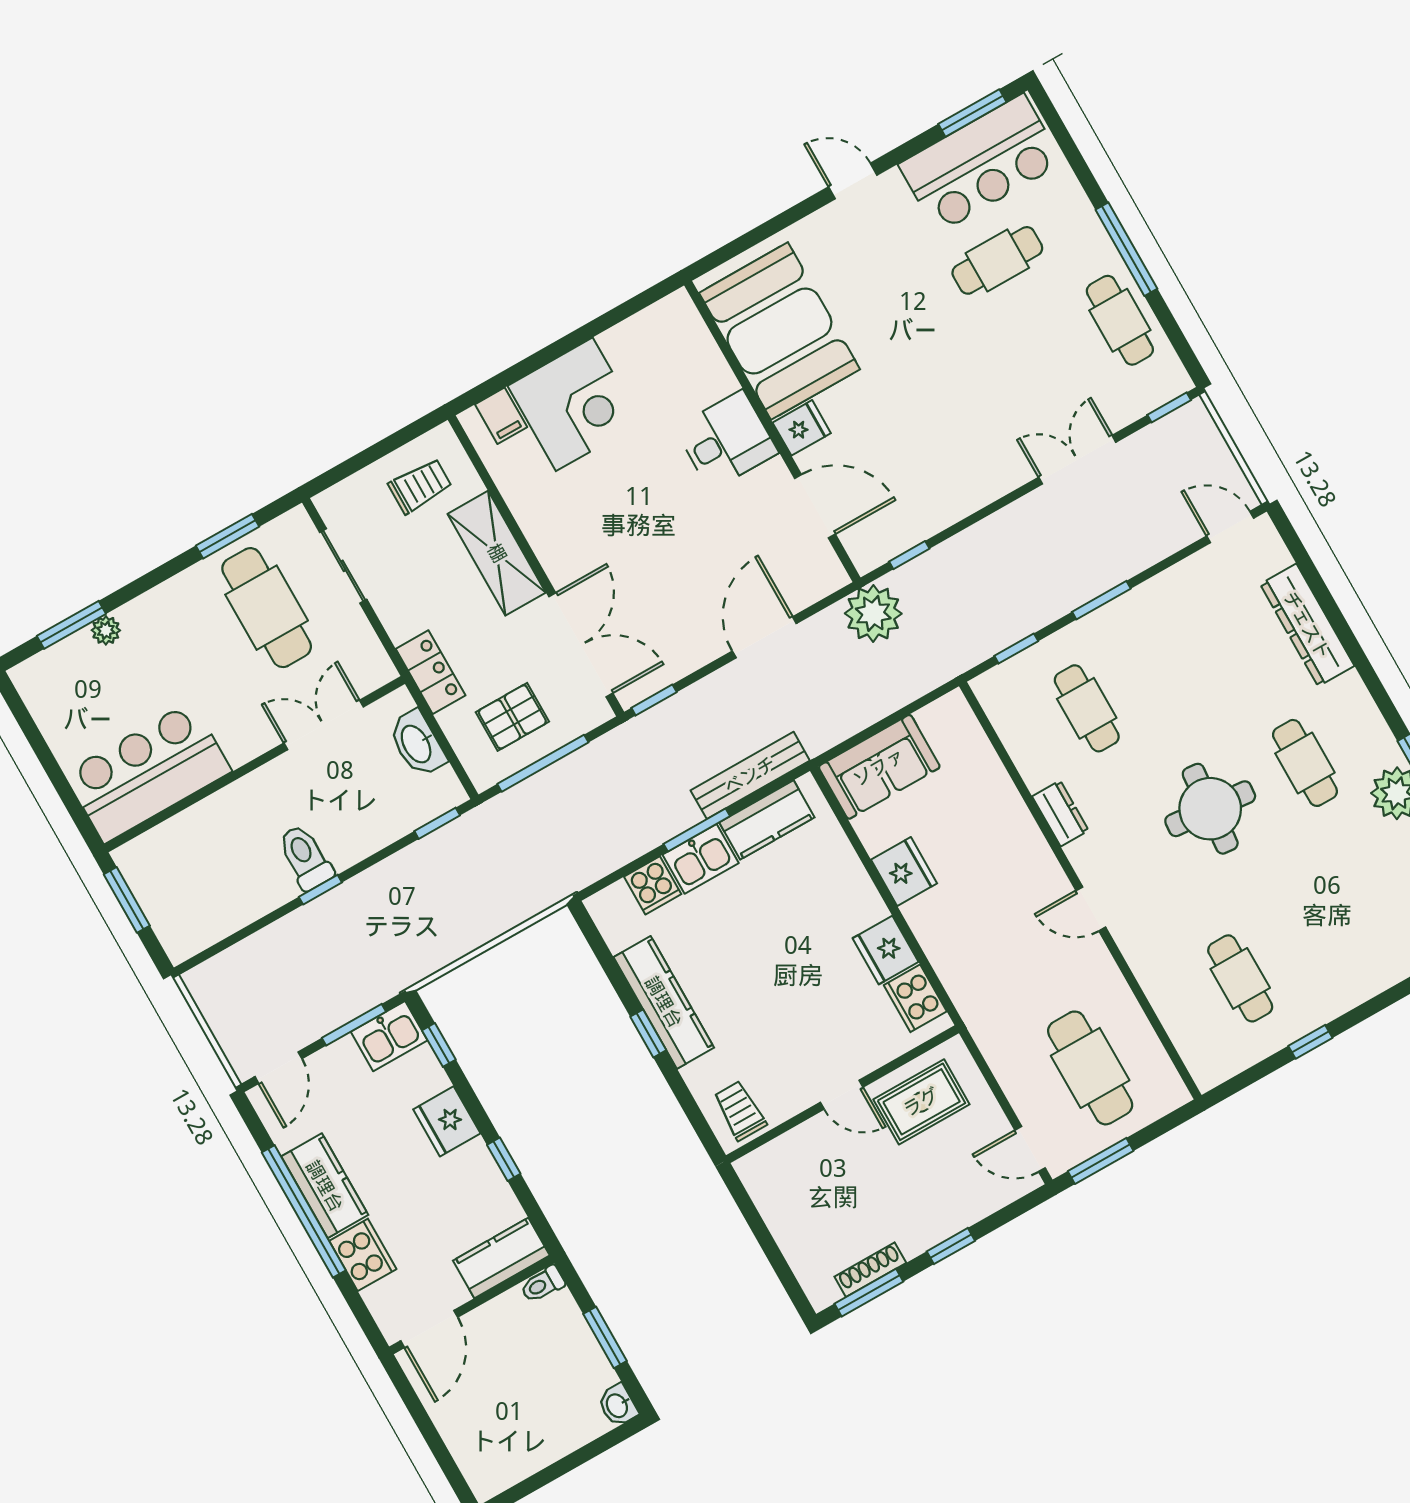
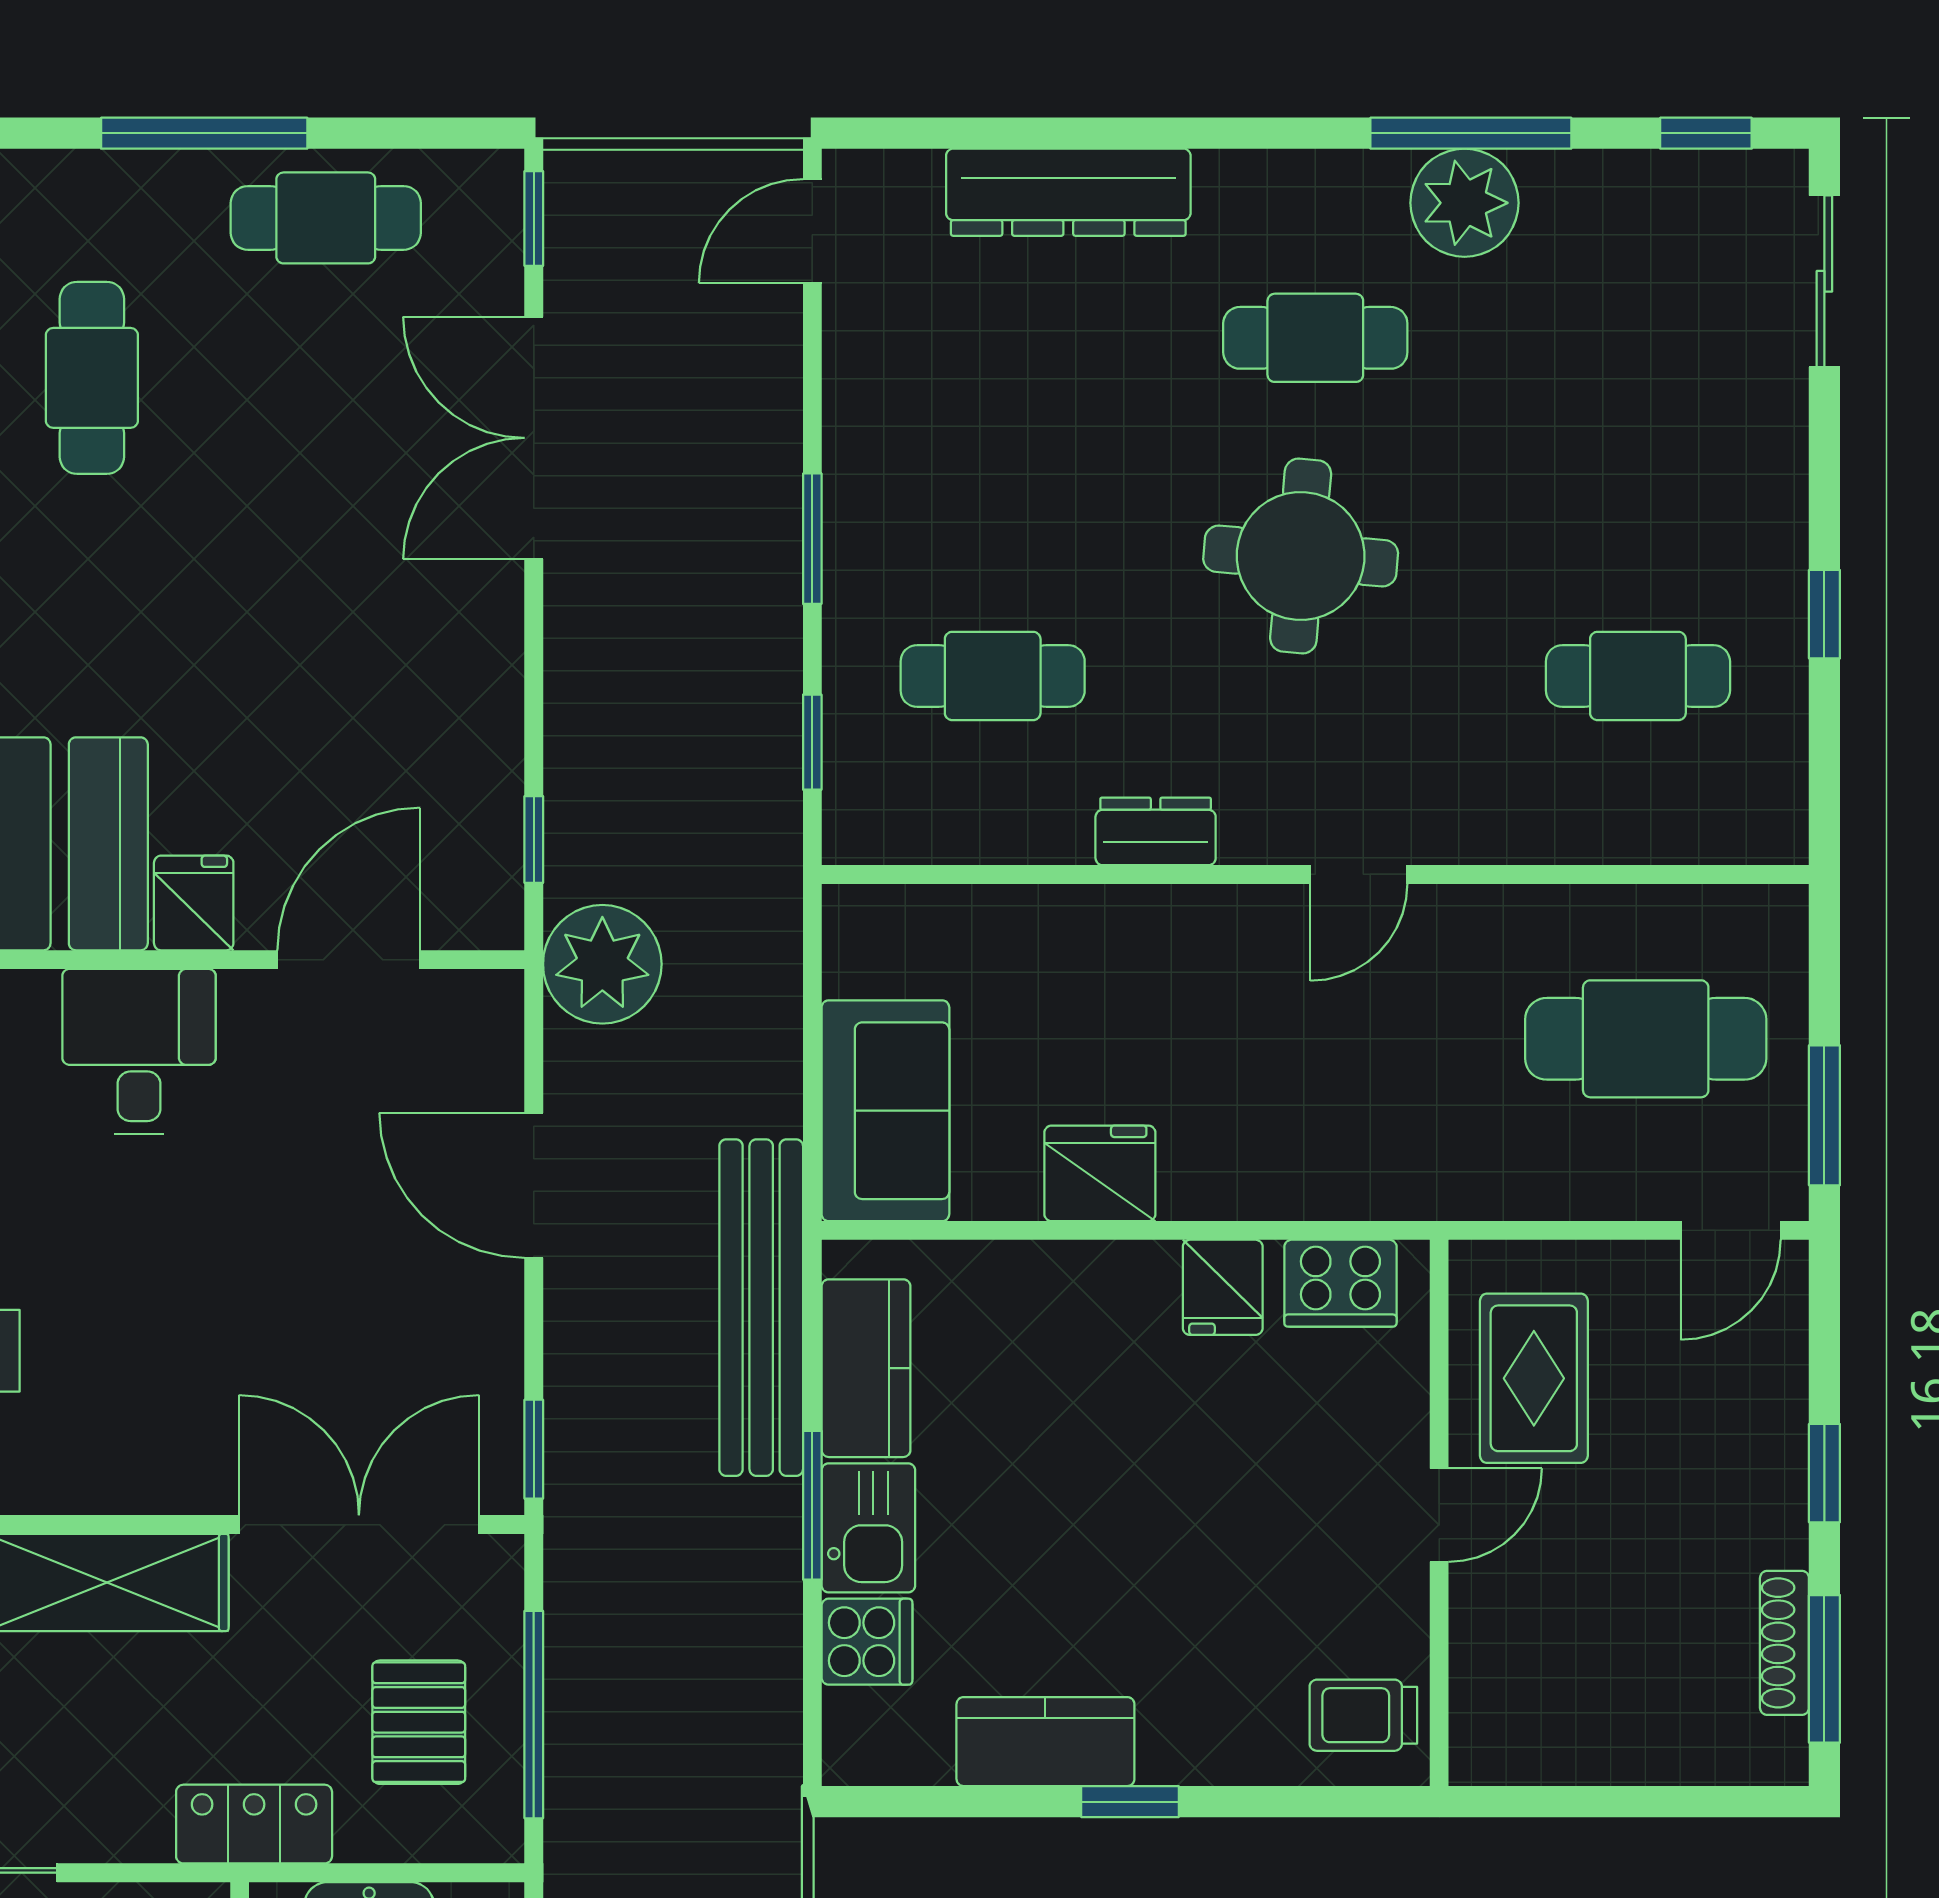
double door: (1077, 460) -> (534, 438), width x1.37
bench: (750, 775) -> (761, 1308), width x1.37, depth x1.21
fridge: (886, 950) -> (1223, 1287), width x0.72
kitchen counter: (664, 1002) -> (1045, 1742), width x0.67

